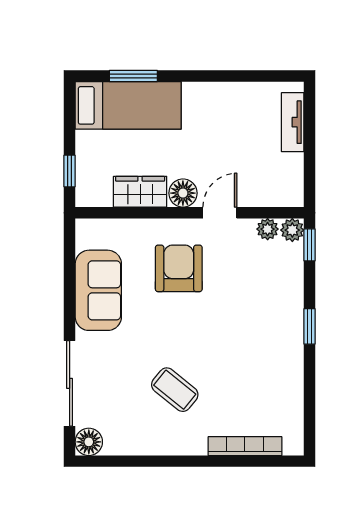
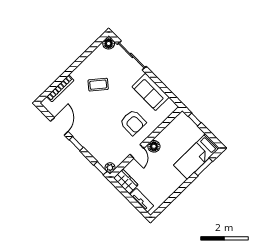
wardrobe: (140, 192) -> (126, 181), moved, turned -90
plant: (268, 229) -> (118, 161), removed
door: (310, 384) -> (59, 126), added

